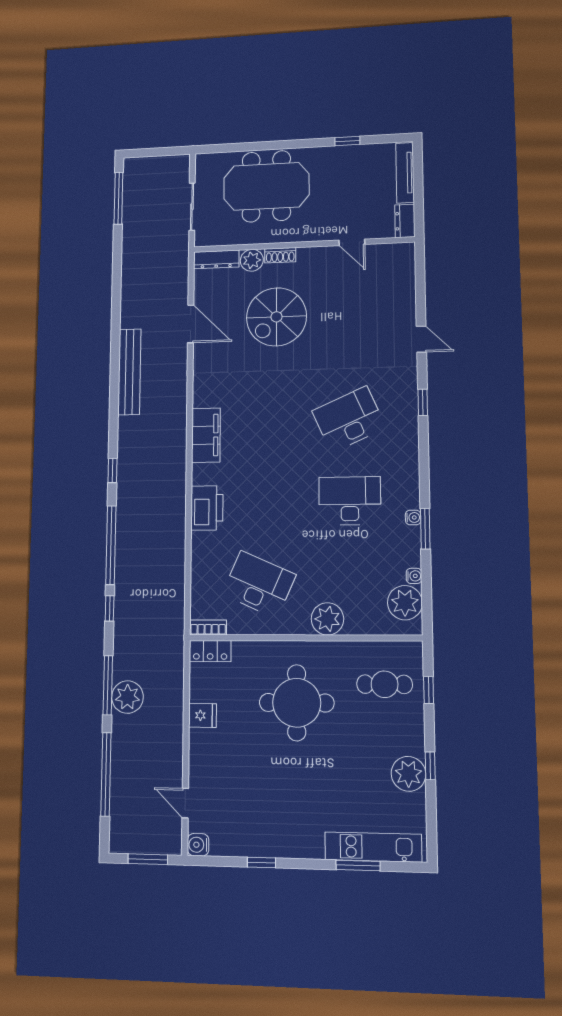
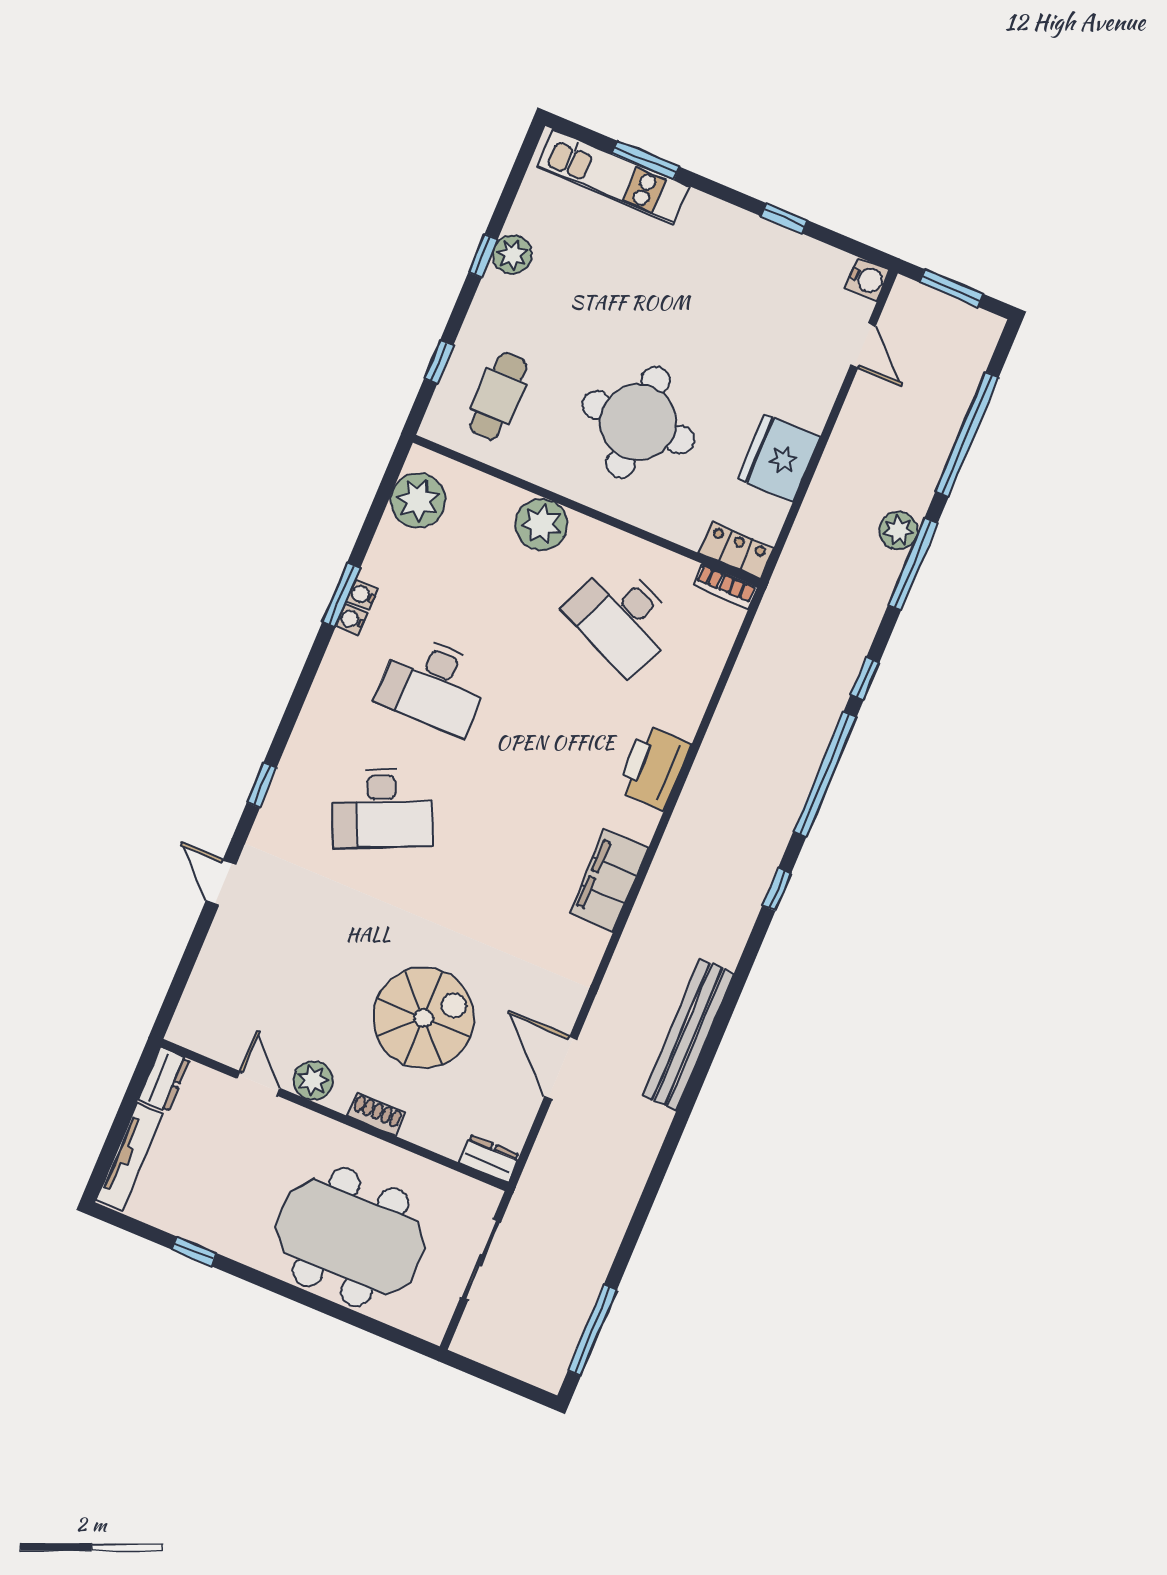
dresser: (216, 259) -> (489, 1159), width x0.70
plant: (252, 260) -> (313, 1081), moved
water cooler: (414, 576) -> (362, 595), moved
cafe table: (385, 684) -> (498, 396), turned 90
plant: (127, 697) -> (899, 530), width x0.73, depth x0.73
fridge: (203, 715) -> (779, 458), width x1.88, depth x1.34
plant: (408, 774) -> (512, 254), width x0.73, depth x0.73

